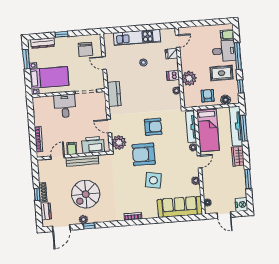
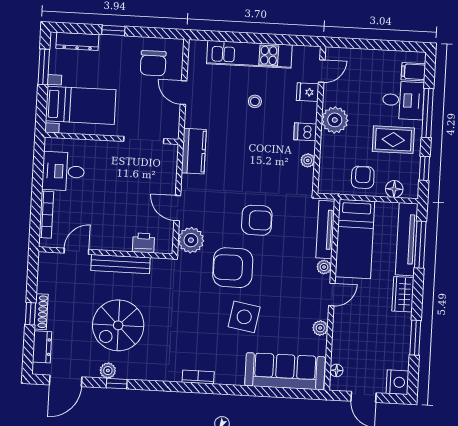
plant: (189, 78) -> (335, 120), moved
desk: (65, 106) -> (63, 171), moved, turned -90
printer: (93, 145) -> (143, 243), width x0.53, depth x0.68
filing cabinet: (72, 148) -> (104, 239), removed

